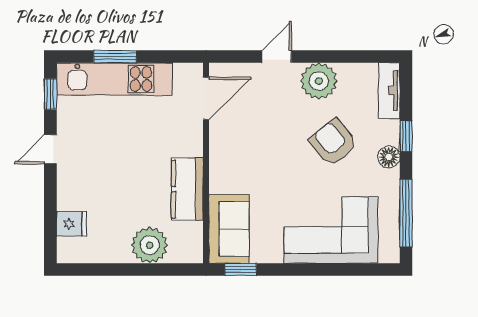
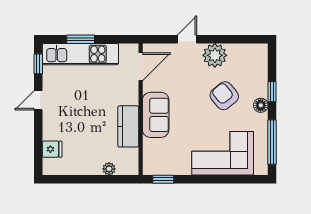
tv unit: (389, 91) -> (261, 62), removed
sofa: (229, 229) -> (156, 115), moved
plant: (150, 245) -> (109, 169), width x0.53, depth x0.53

